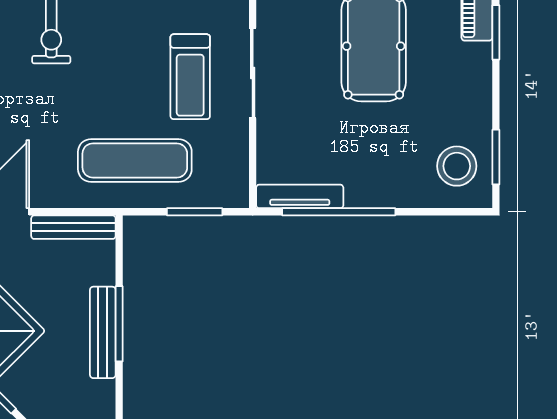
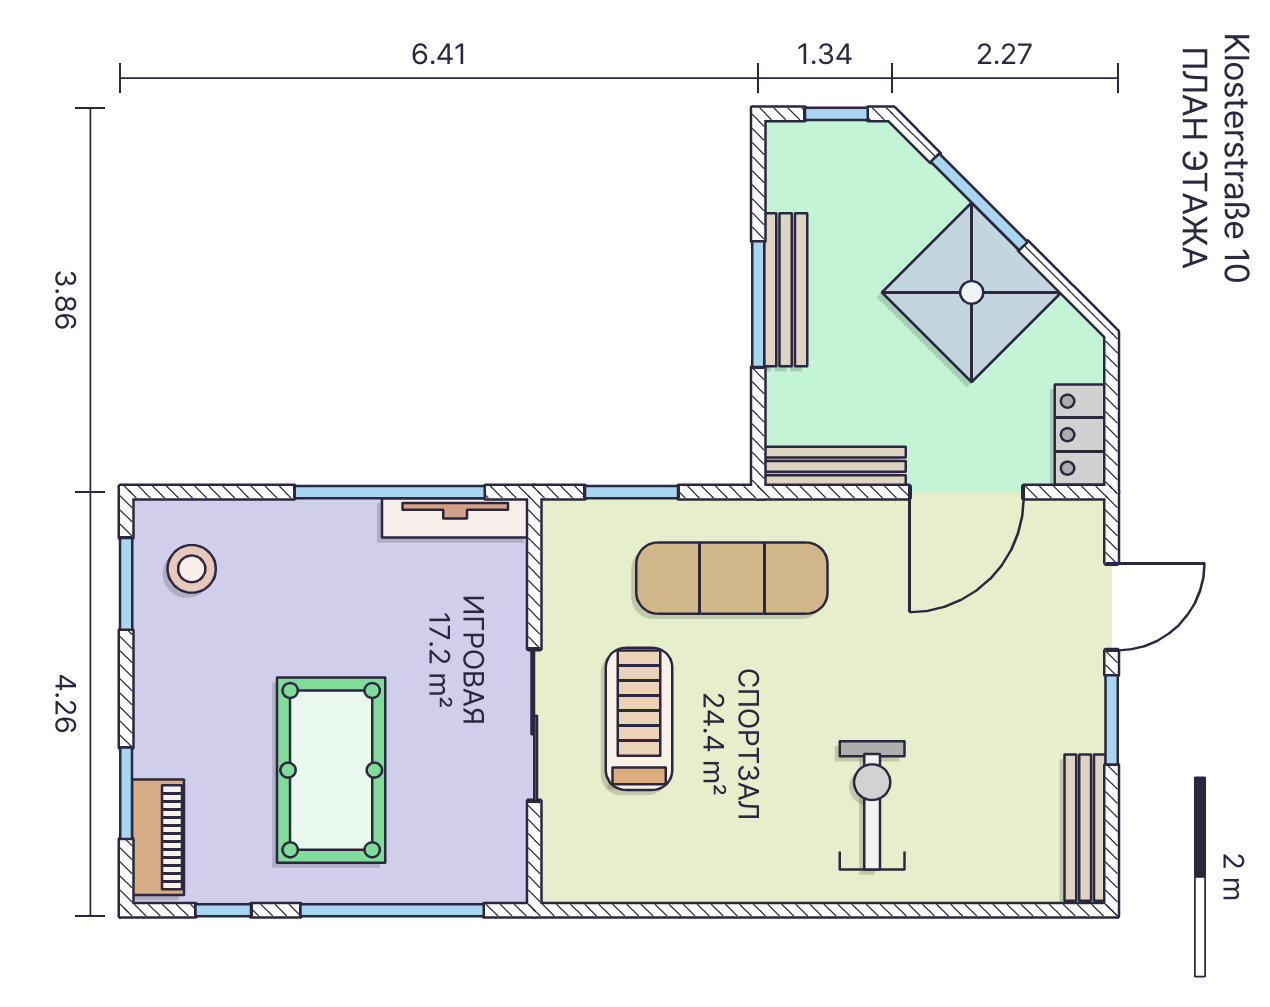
stool: (457, 166) -> (192, 569), width x0.73, depth x0.73

